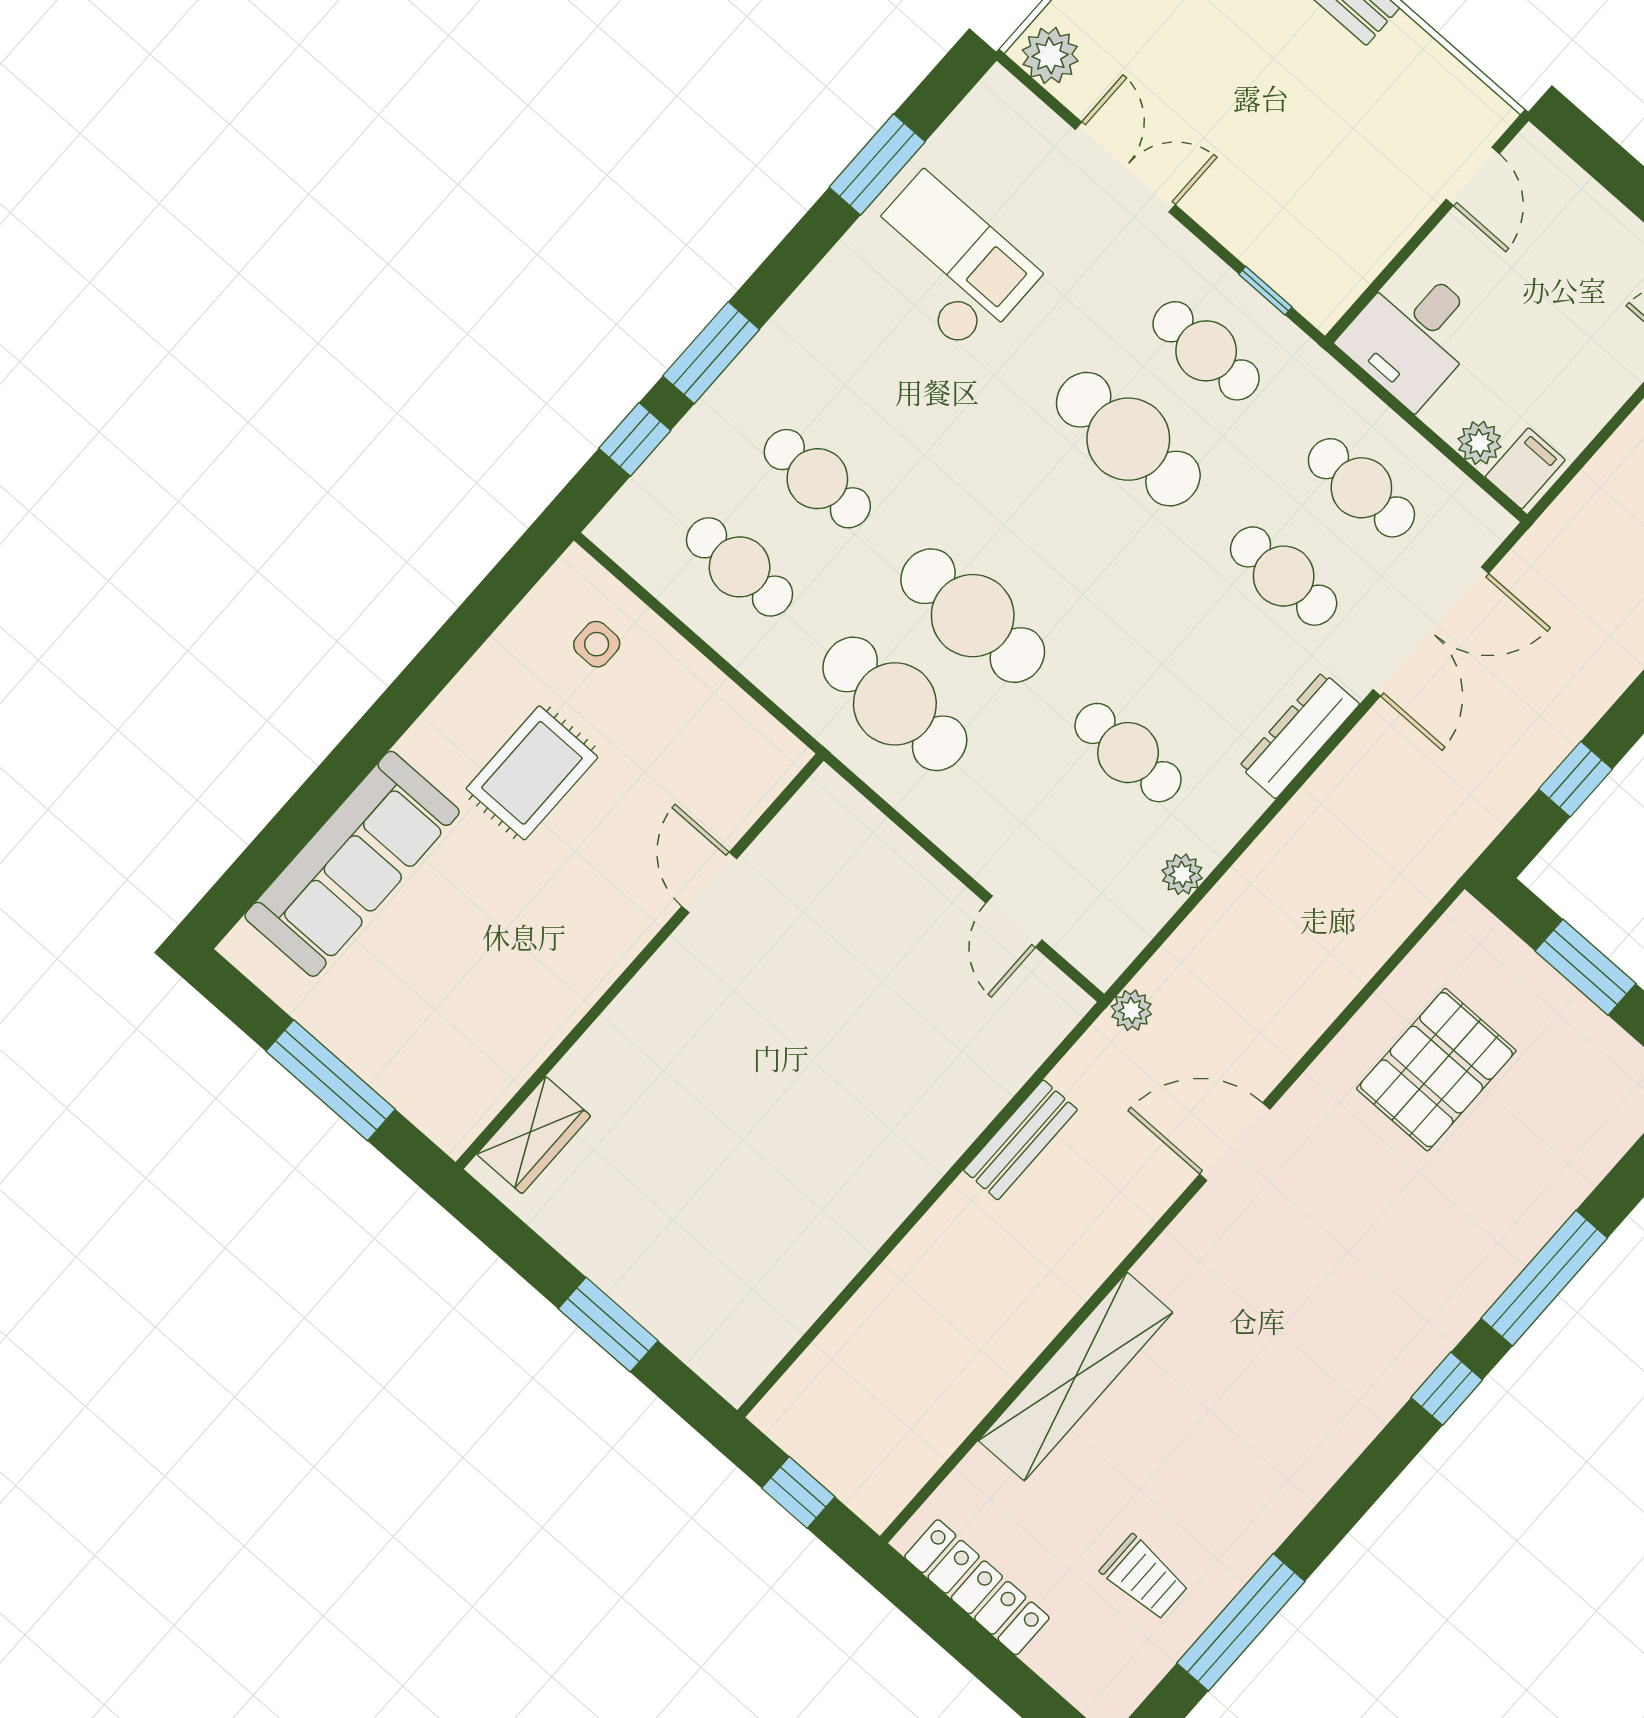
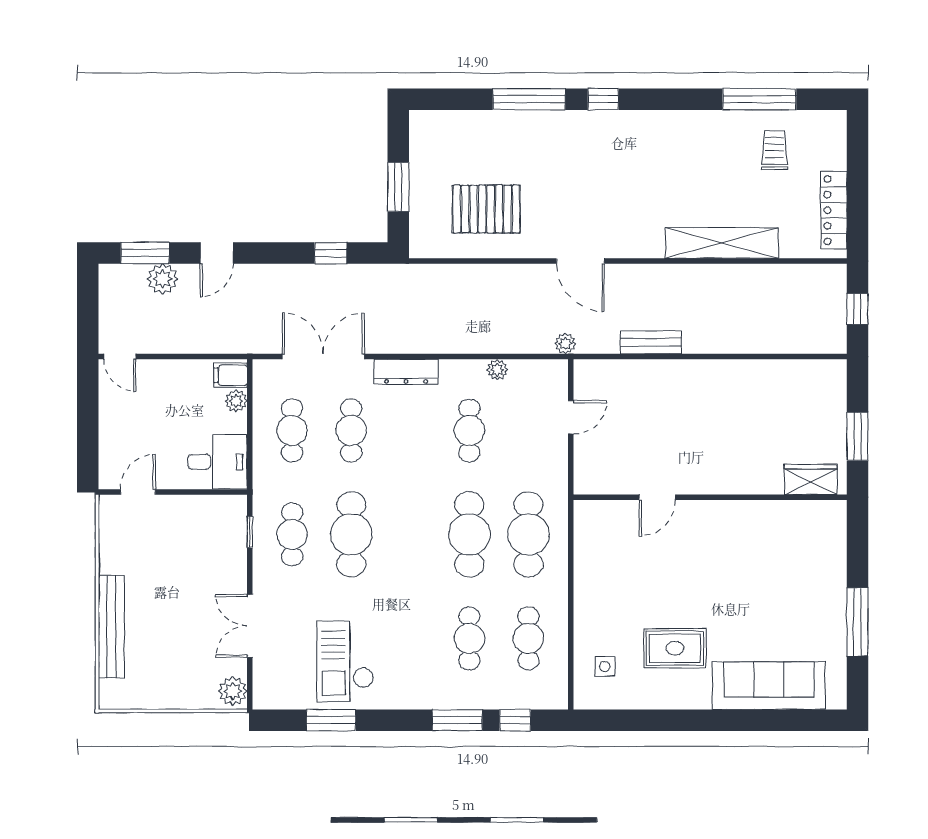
door: (709, 882) -> (657, 497), moved
wall: (640, 961) -> (710, 497), moved
wardrobe: (534, 1135) -> (811, 479), moved

